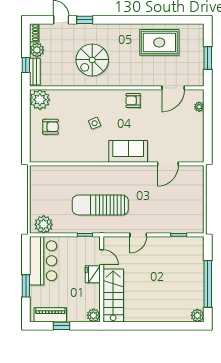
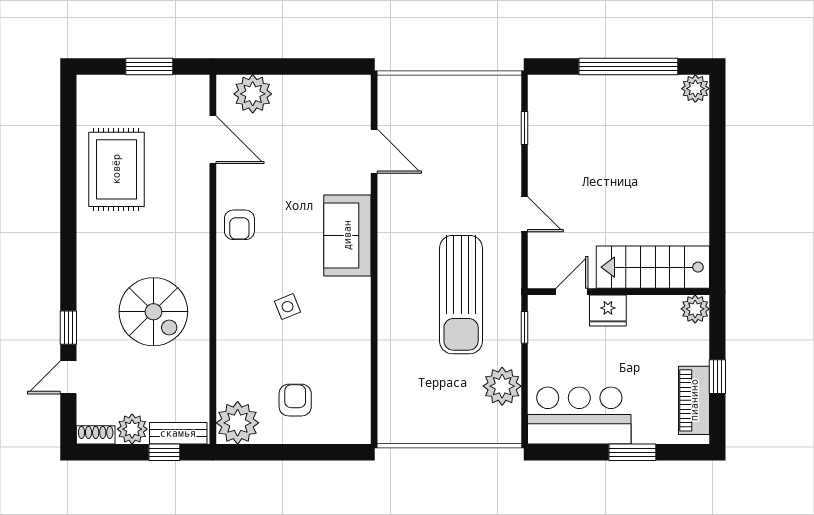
plant: (199, 107) -> (253, 94), width x1.88, depth x1.88
plant: (44, 224) -> (502, 386), moved

